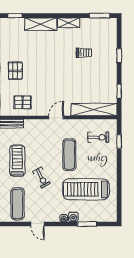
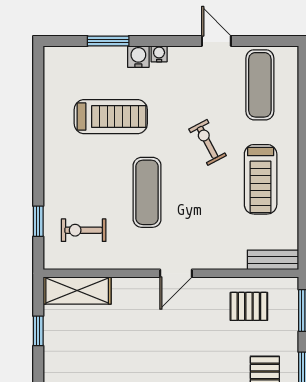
shelving: (94, 110) -> (77, 291), width x0.68
treadmill: (86, 189) -> (111, 117), width x0.73, depth x0.73

